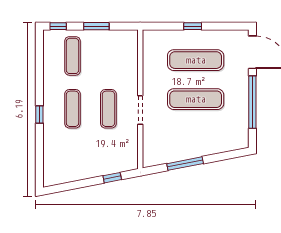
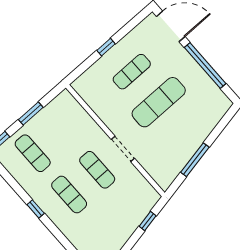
exercise mat: (196, 60) -> (132, 72), width x0.73, depth x0.69
window: (39, 115) -> (36, 209), moved

